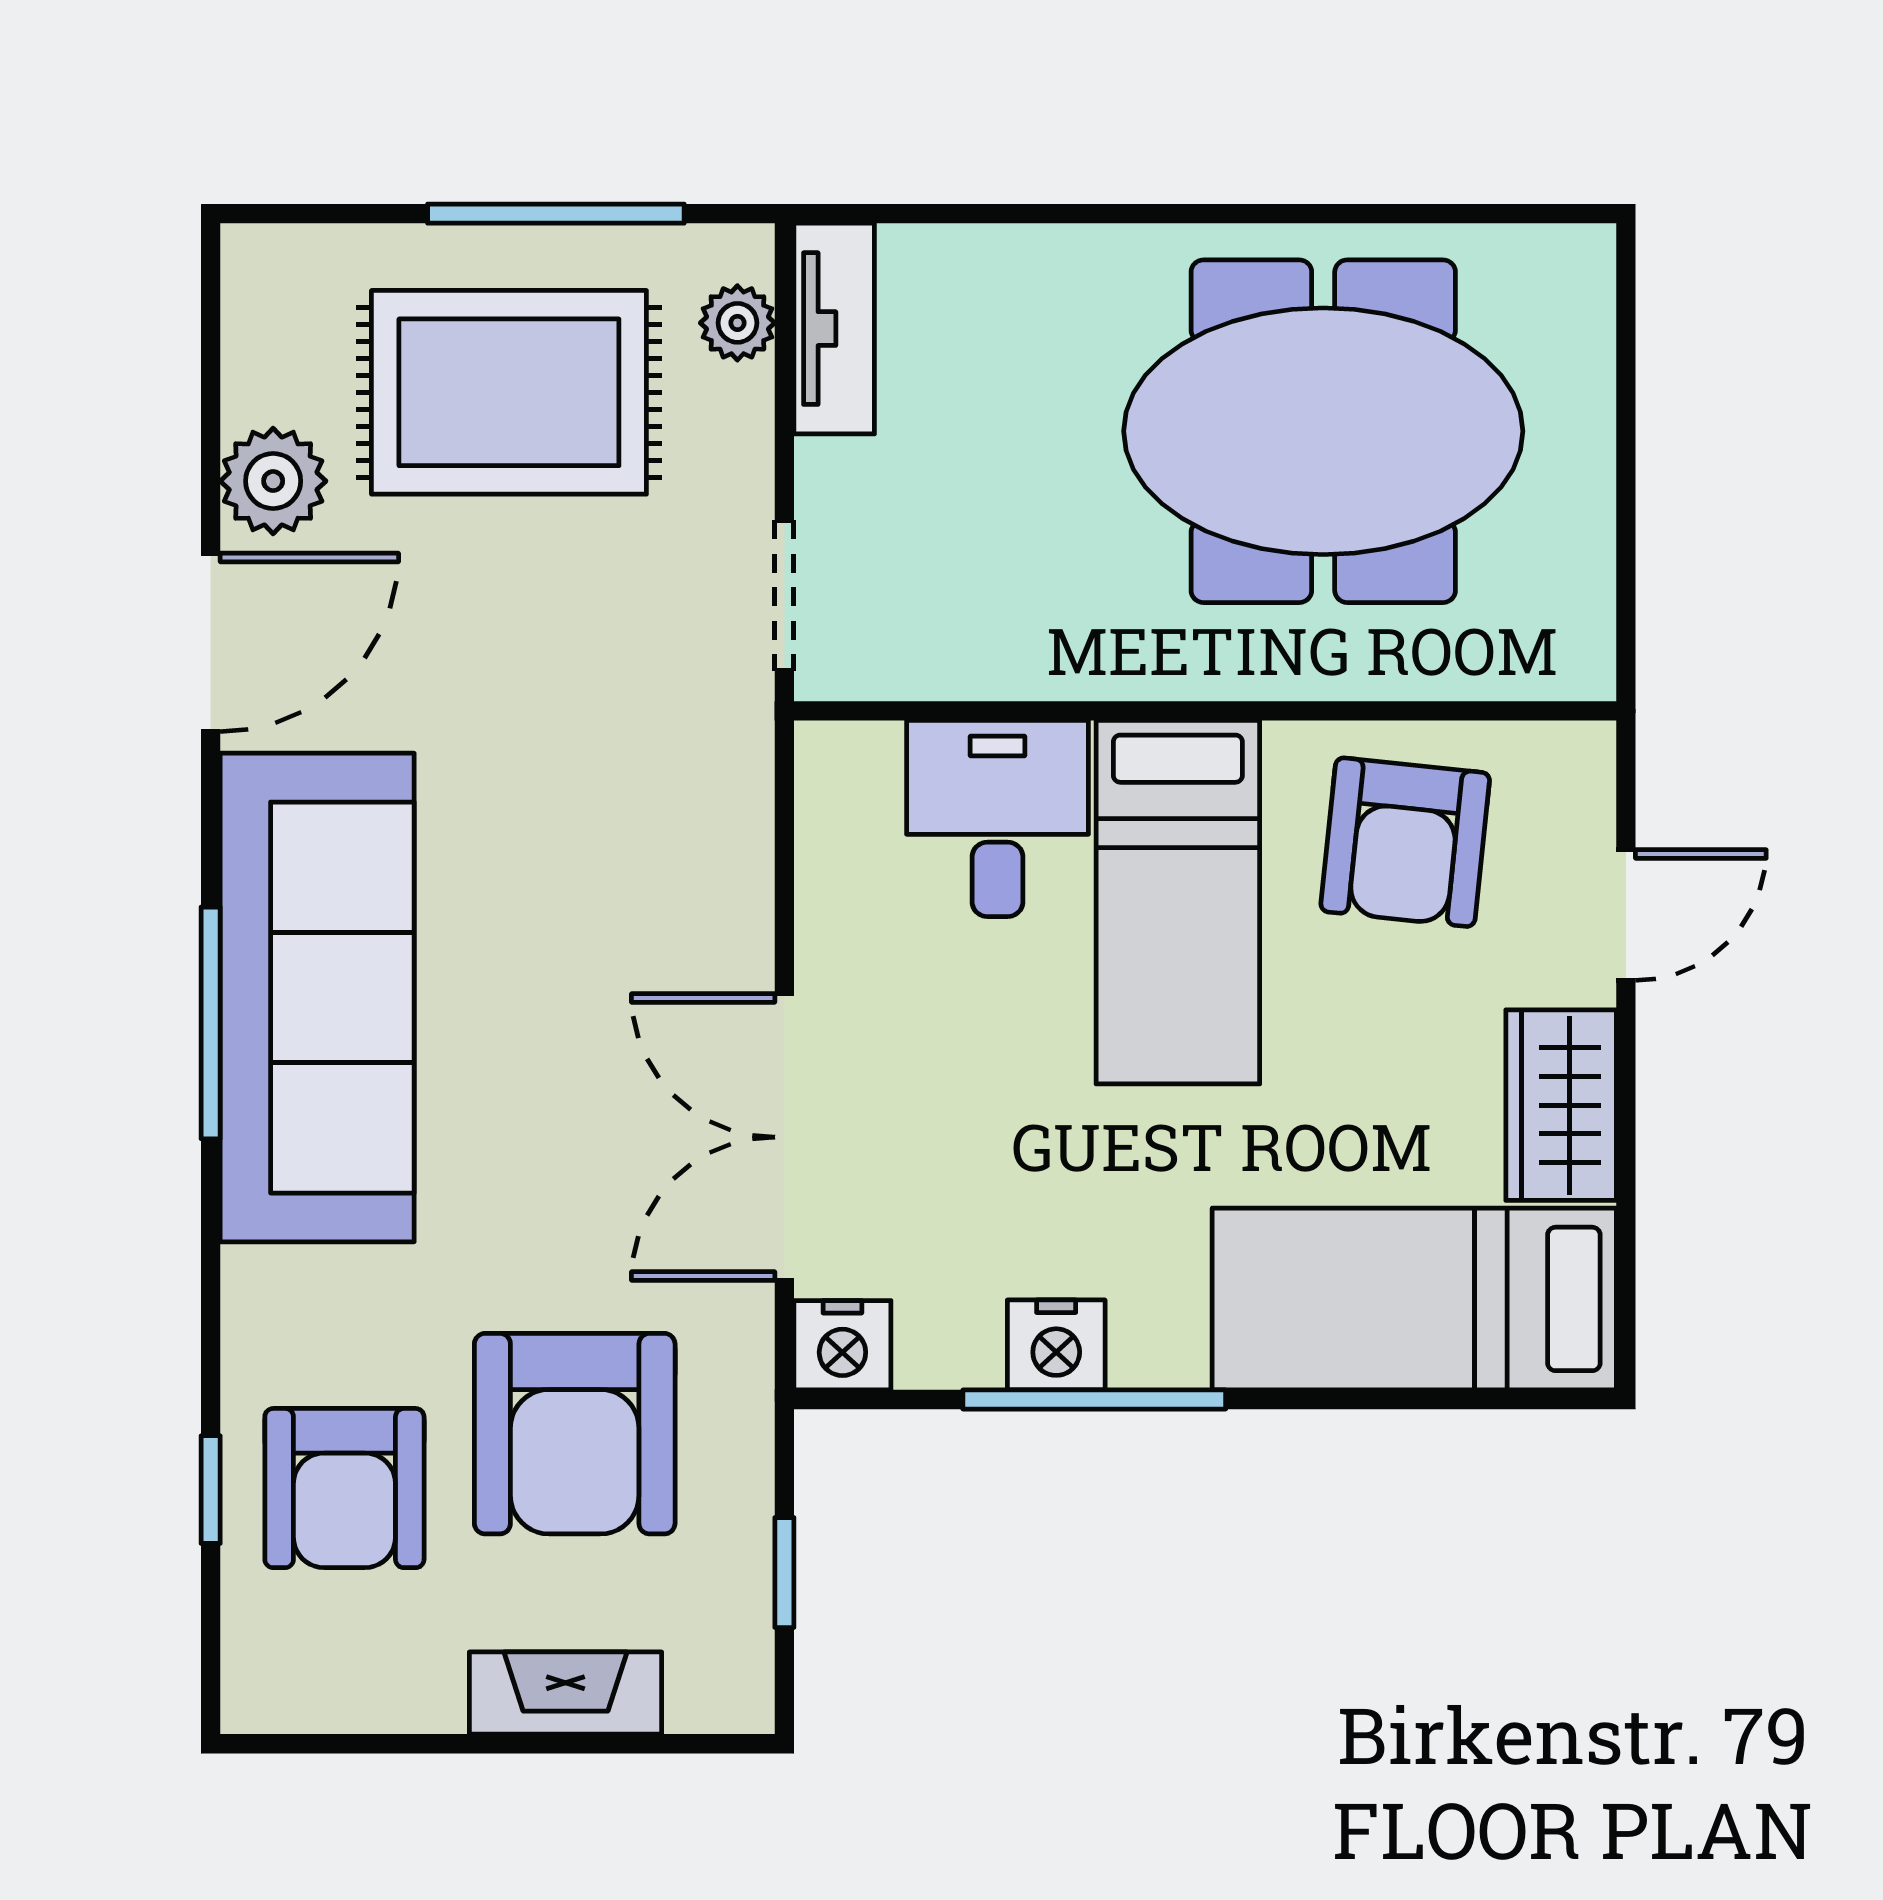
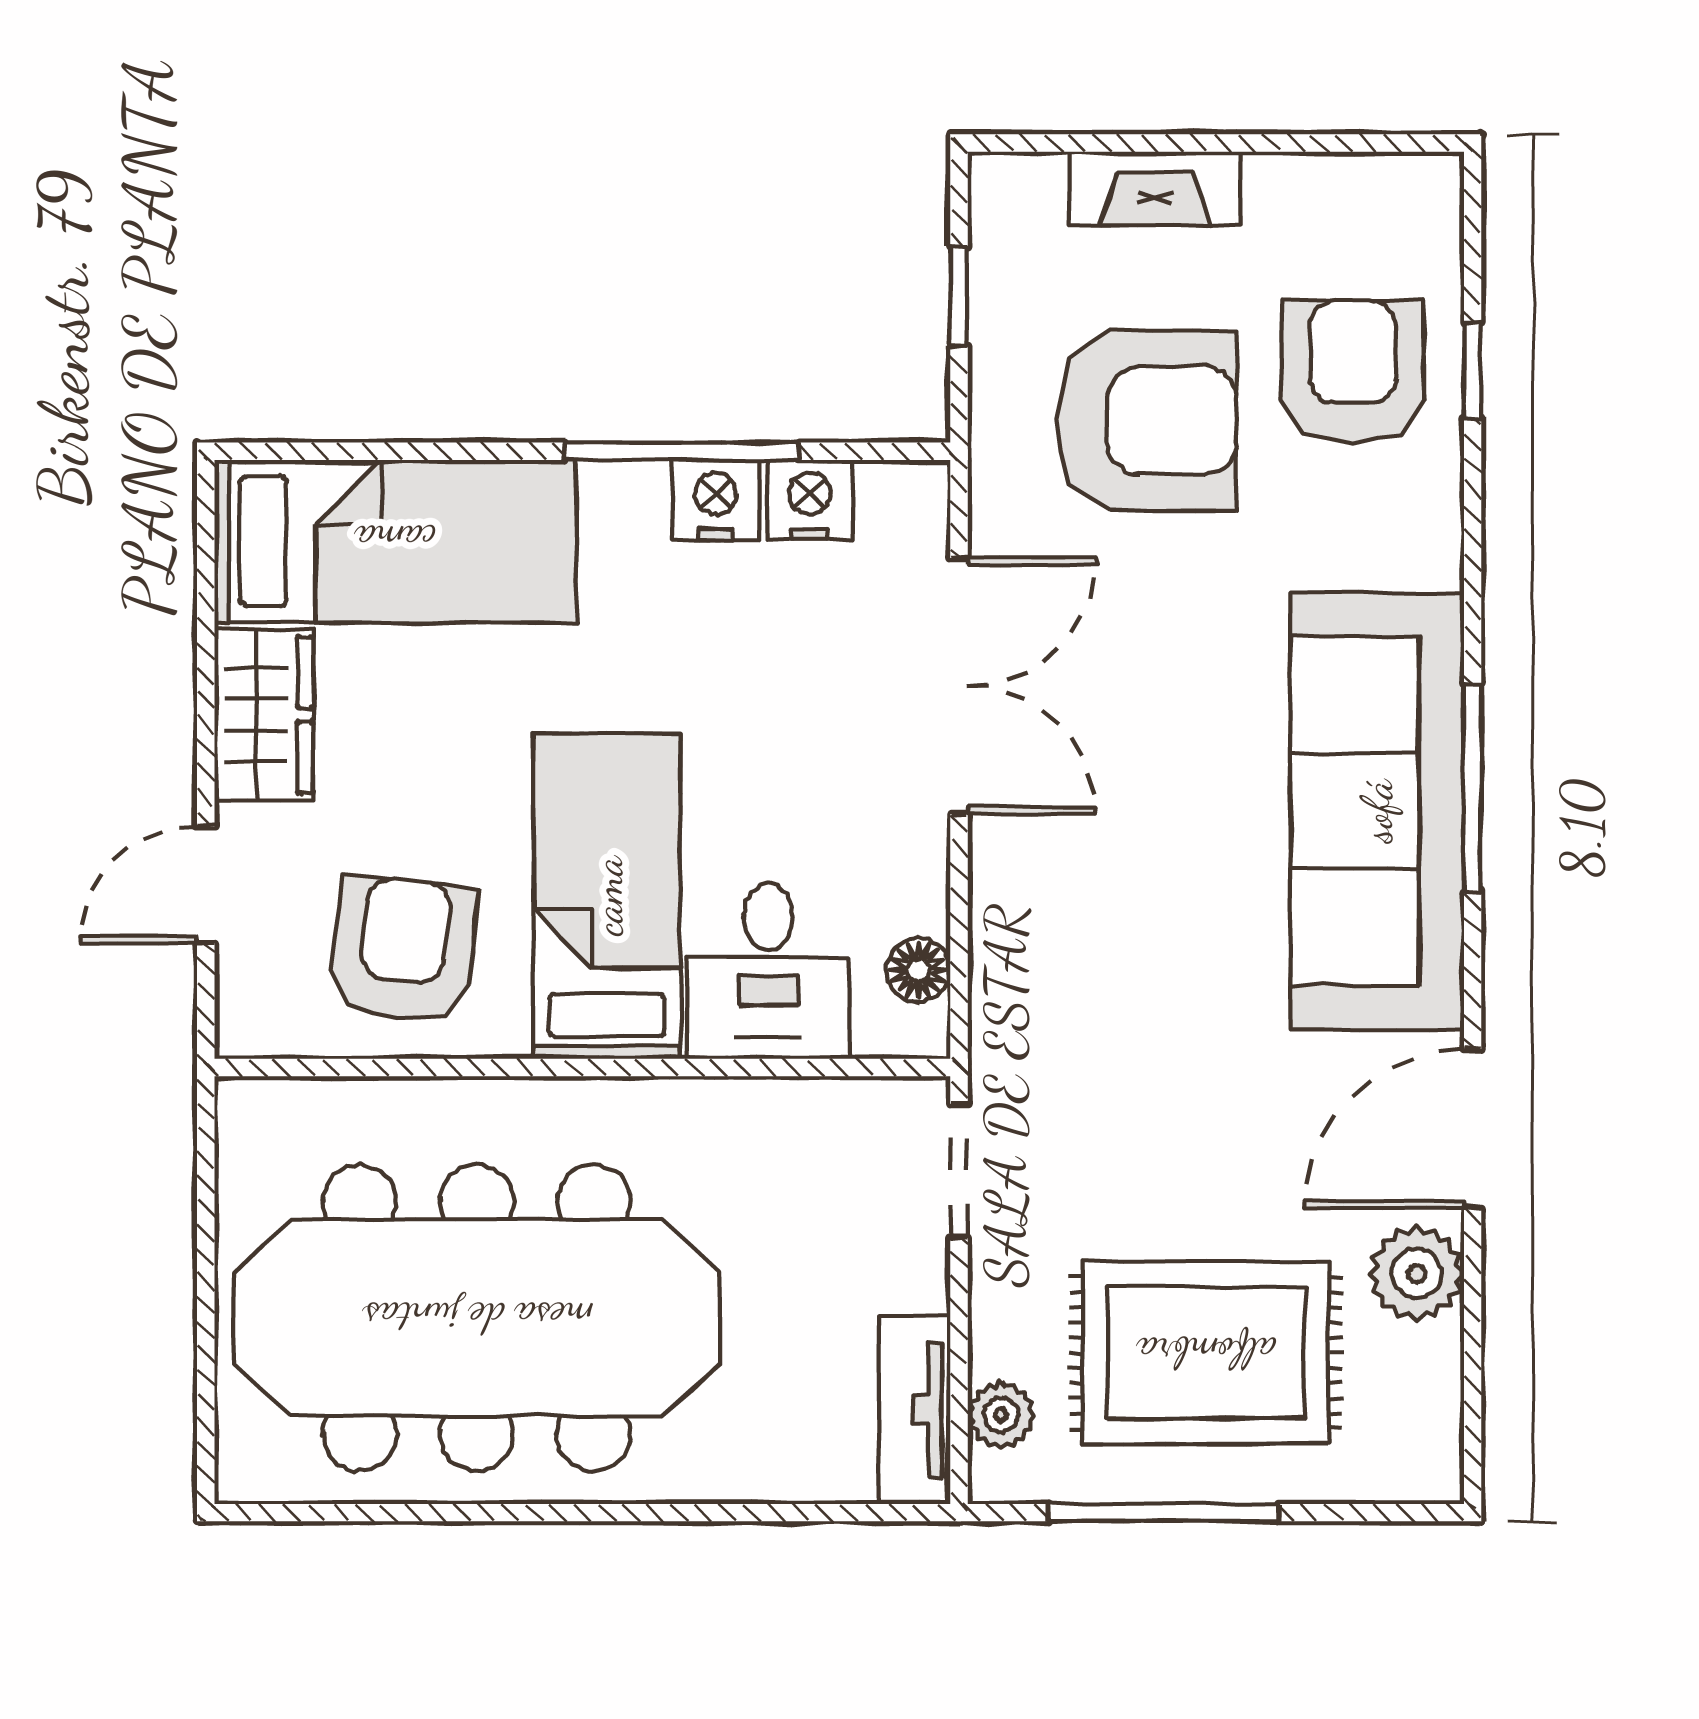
meeting table: (1323, 431) -> (477, 1318), width x1.36
floor lamp: (830, 820) -> (918, 970), added
nightstand: (842, 1345) -> (810, 500), moved
armchair: (575, 1434) -> (1147, 421), turned 90

